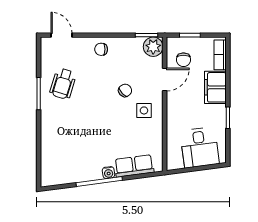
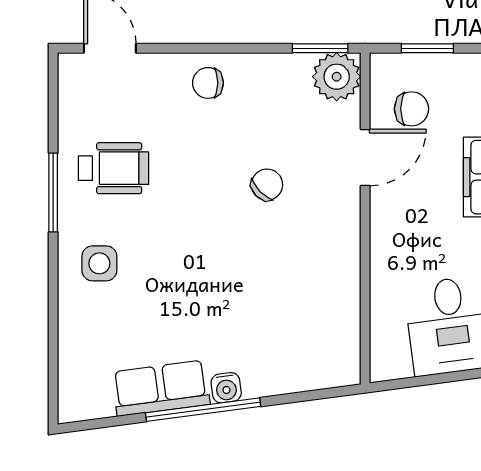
chair: (183, 60) -> (411, 109), turned -90
wheelchair: (63, 84) -> (114, 168), turned -107
side table: (144, 110) -> (99, 263), moved
row of seats: (134, 166) -> (161, 388), moved

